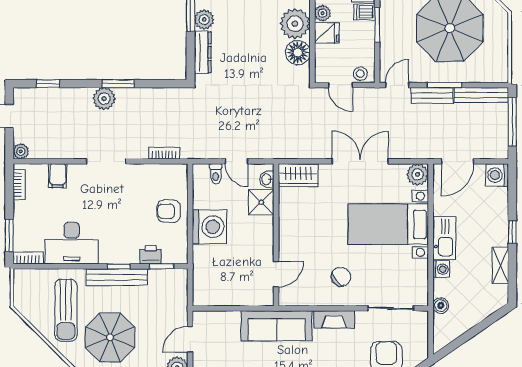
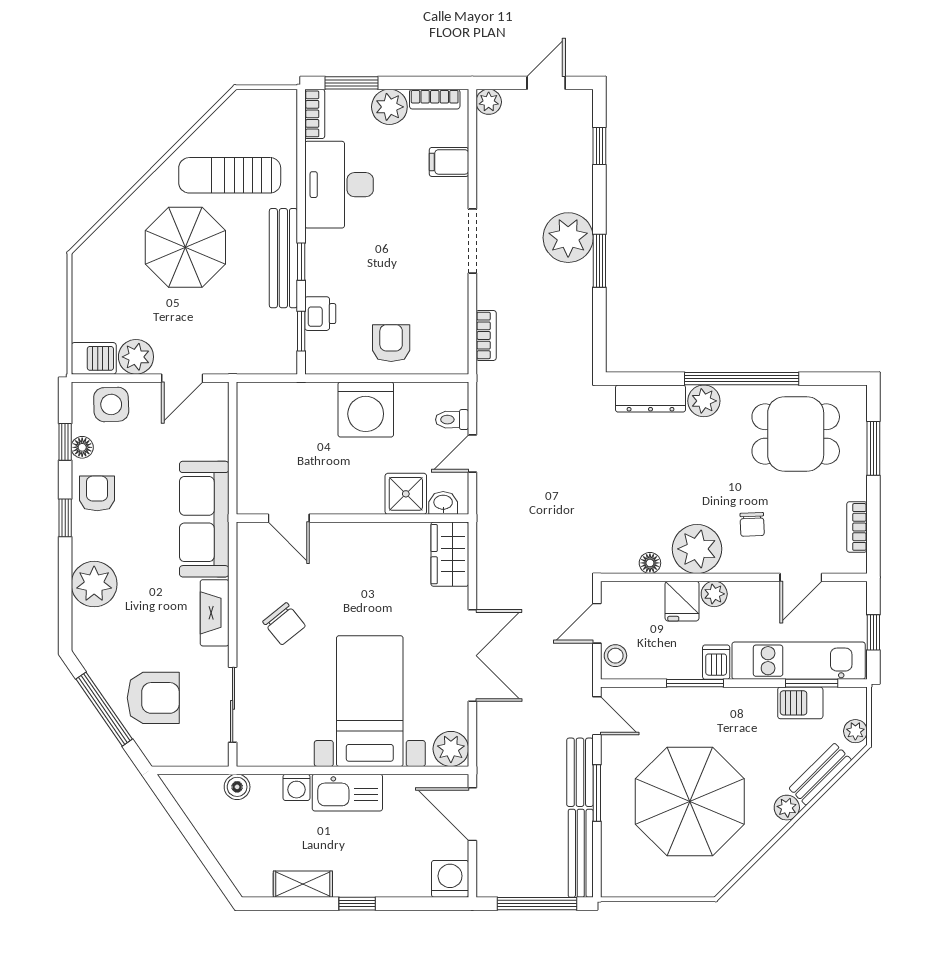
floor lamp: (298, 53) -> (650, 563), width x0.53, depth x0.53
plant: (104, 99) -> (568, 238), width x1.36, depth x1.36
plant: (24, 212) -> (389, 107), added
door: (190, 339) -> (182, 378), swing flipped

